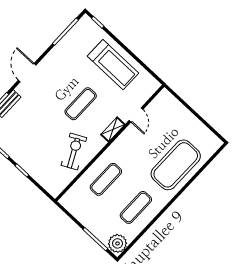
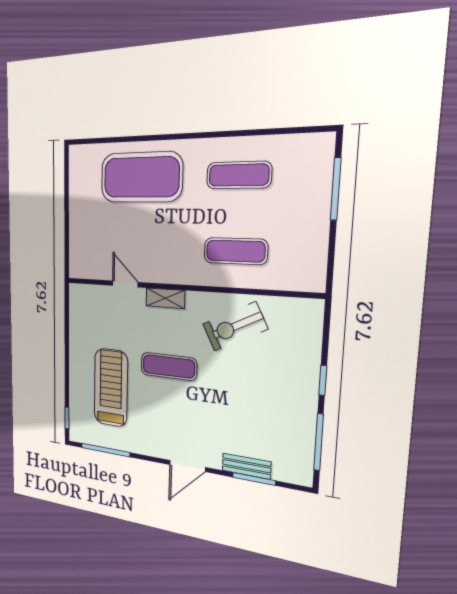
treadmill: (113, 65) -> (111, 388), moved
door: (136, 115) -> (125, 284), hinge flipped
plant: (117, 243) -> (314, 151), removed

